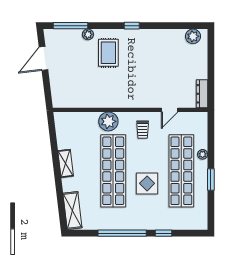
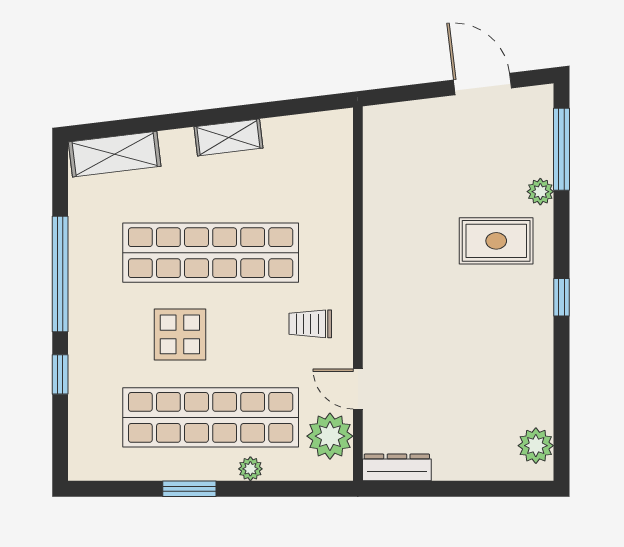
plant: (108, 121) -> (330, 436), moved

